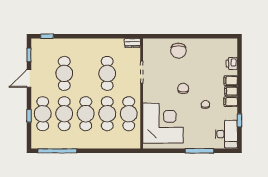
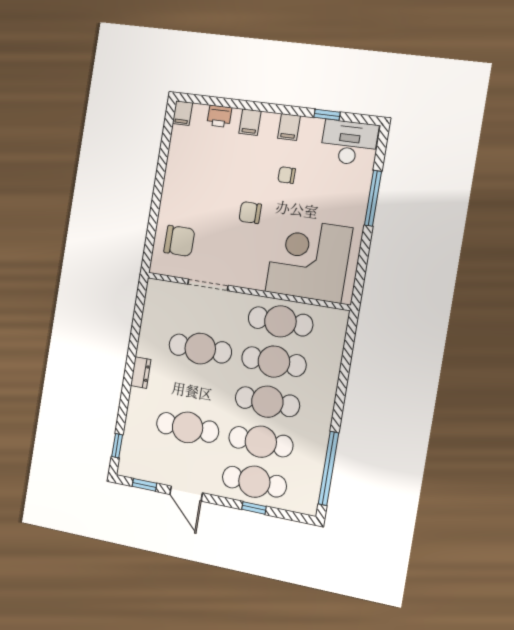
dresser: (132, 43) -> (141, 373), moved
chair: (178, 51) -> (179, 241), moved
filing cabinet: (231, 91) -> (182, 113), moved

